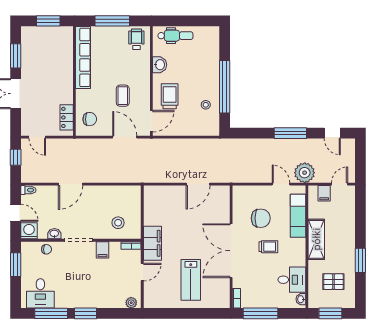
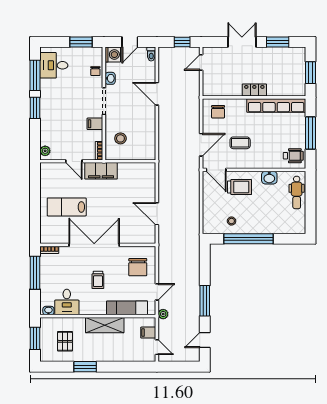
locker: (67, 117) -> (254, 90), moved
plant: (305, 173) -> (163, 314), width x0.53, depth x0.53
chair: (261, 218) -> (138, 267), moved

